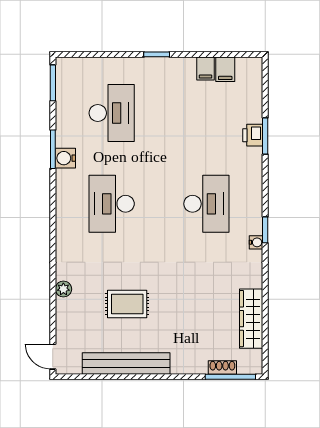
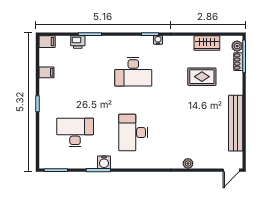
filing cabinet: (225, 69) -> (47, 42), moved
printer: (253, 135) -> (78, 42), moved
desk: (112, 204) -> (133, 133), turned 90
desk: (206, 204) -> (133, 72), turned 180
rug: (127, 304) -> (202, 77), moved, turned 90
wardrobe: (251, 319) -> (207, 43), width x0.67
plant: (247, 366) -> (237, 46), added

